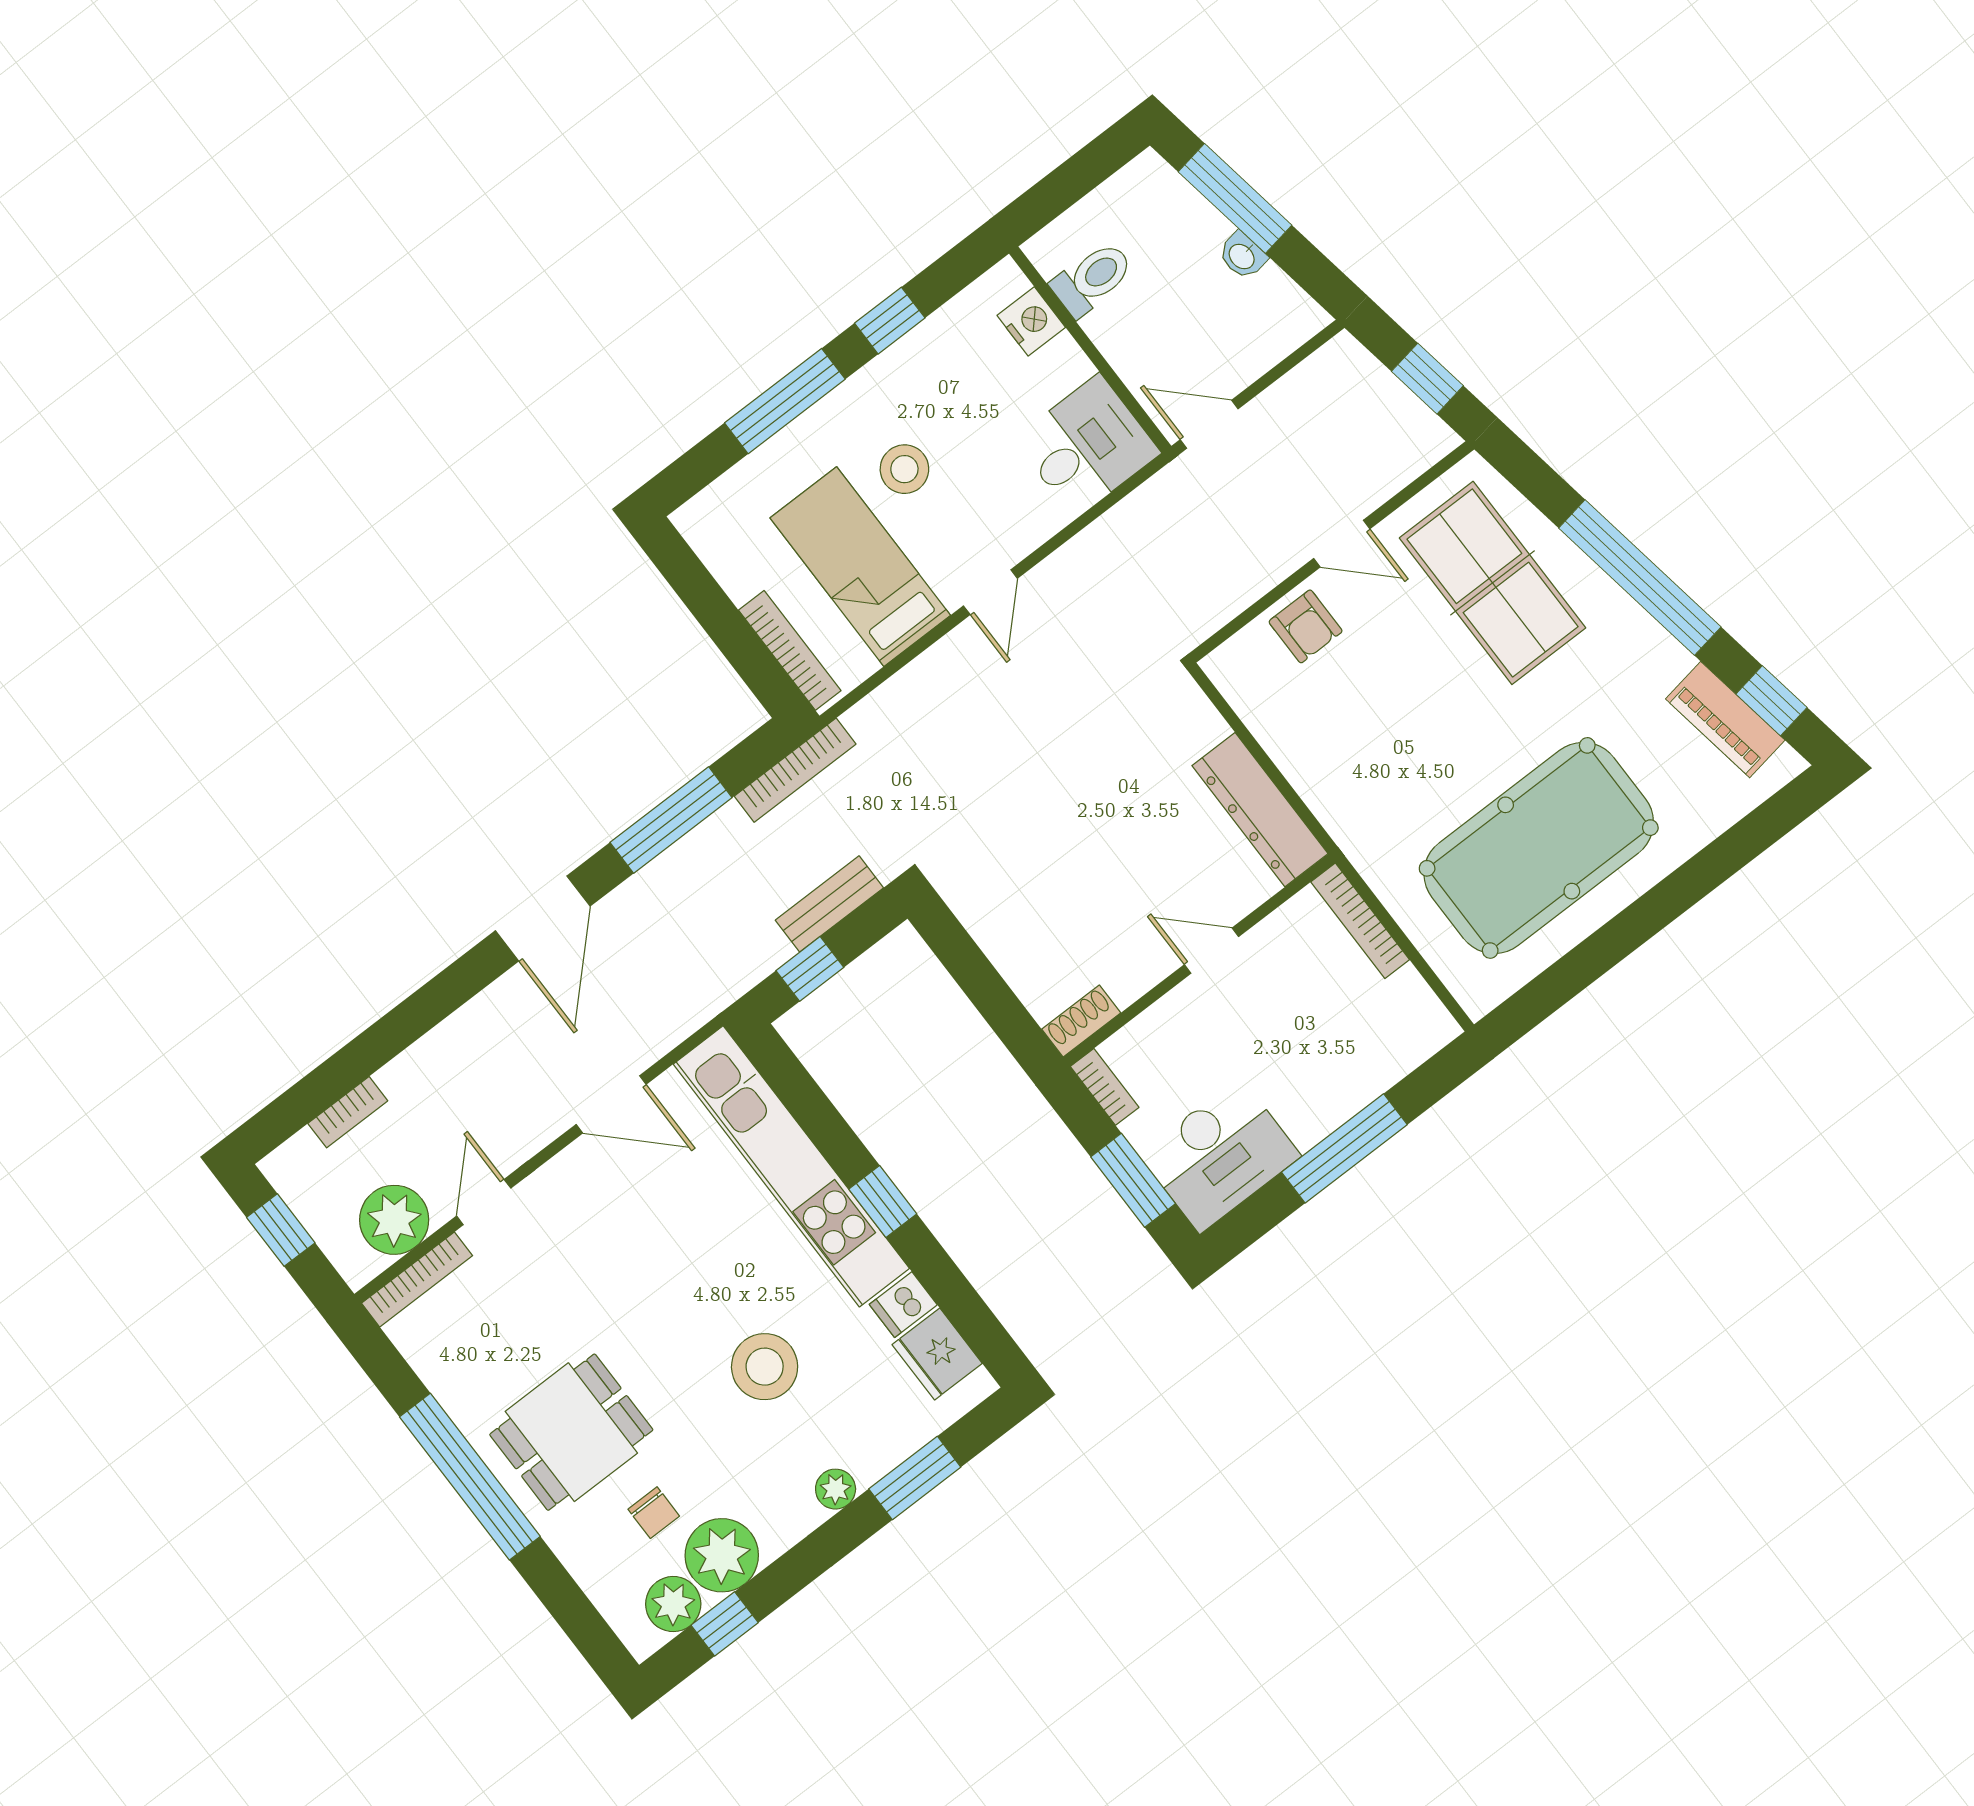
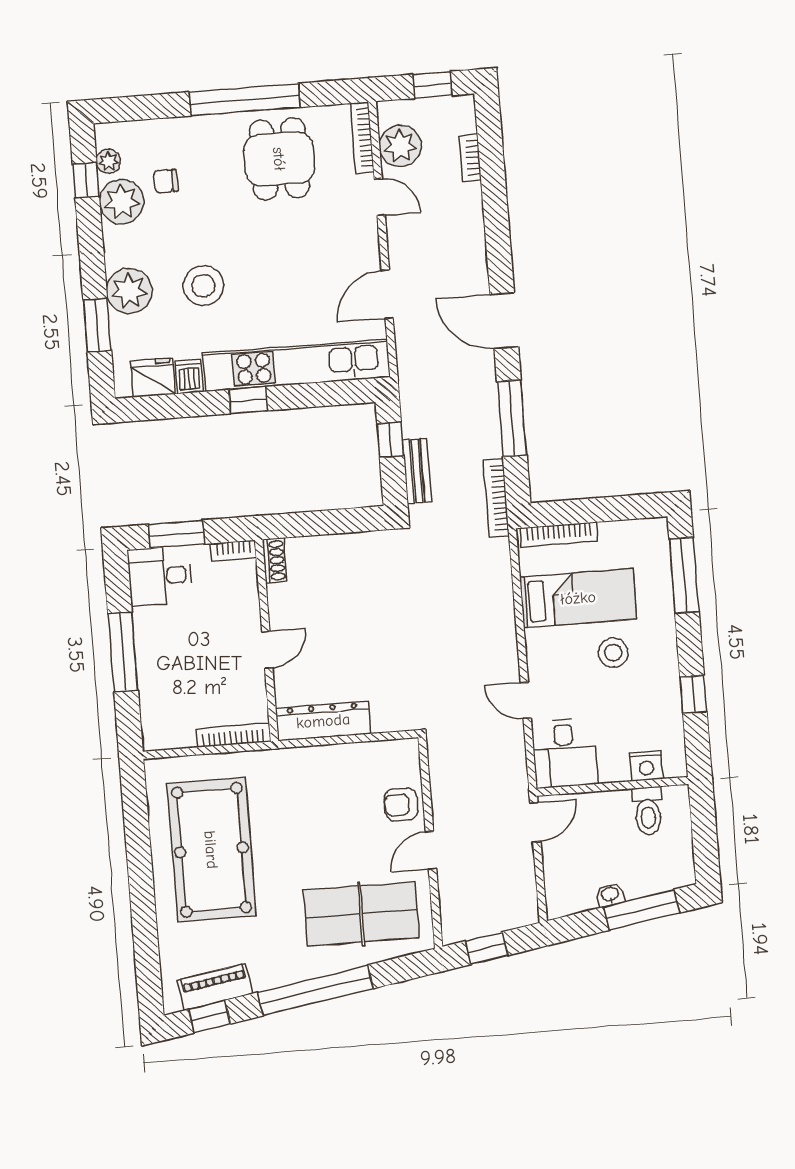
window: (785, 401) -> (684, 575), moved
door: (990, 592) -> (526, 700), moved
desk: (1220, 1155) -> (160, 576), width x0.73
dining table: (571, 1432) -> (279, 159), moved
plant: (836, 1489) -> (129, 291), width x1.87, depth x1.87
plant: (673, 1604) -> (108, 161), width x0.73, depth x0.73

